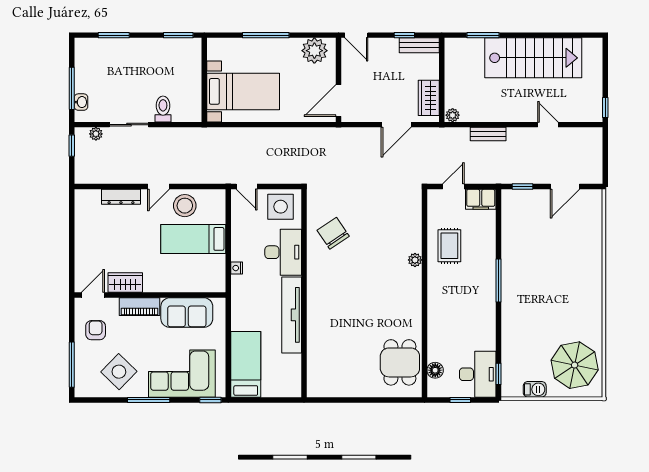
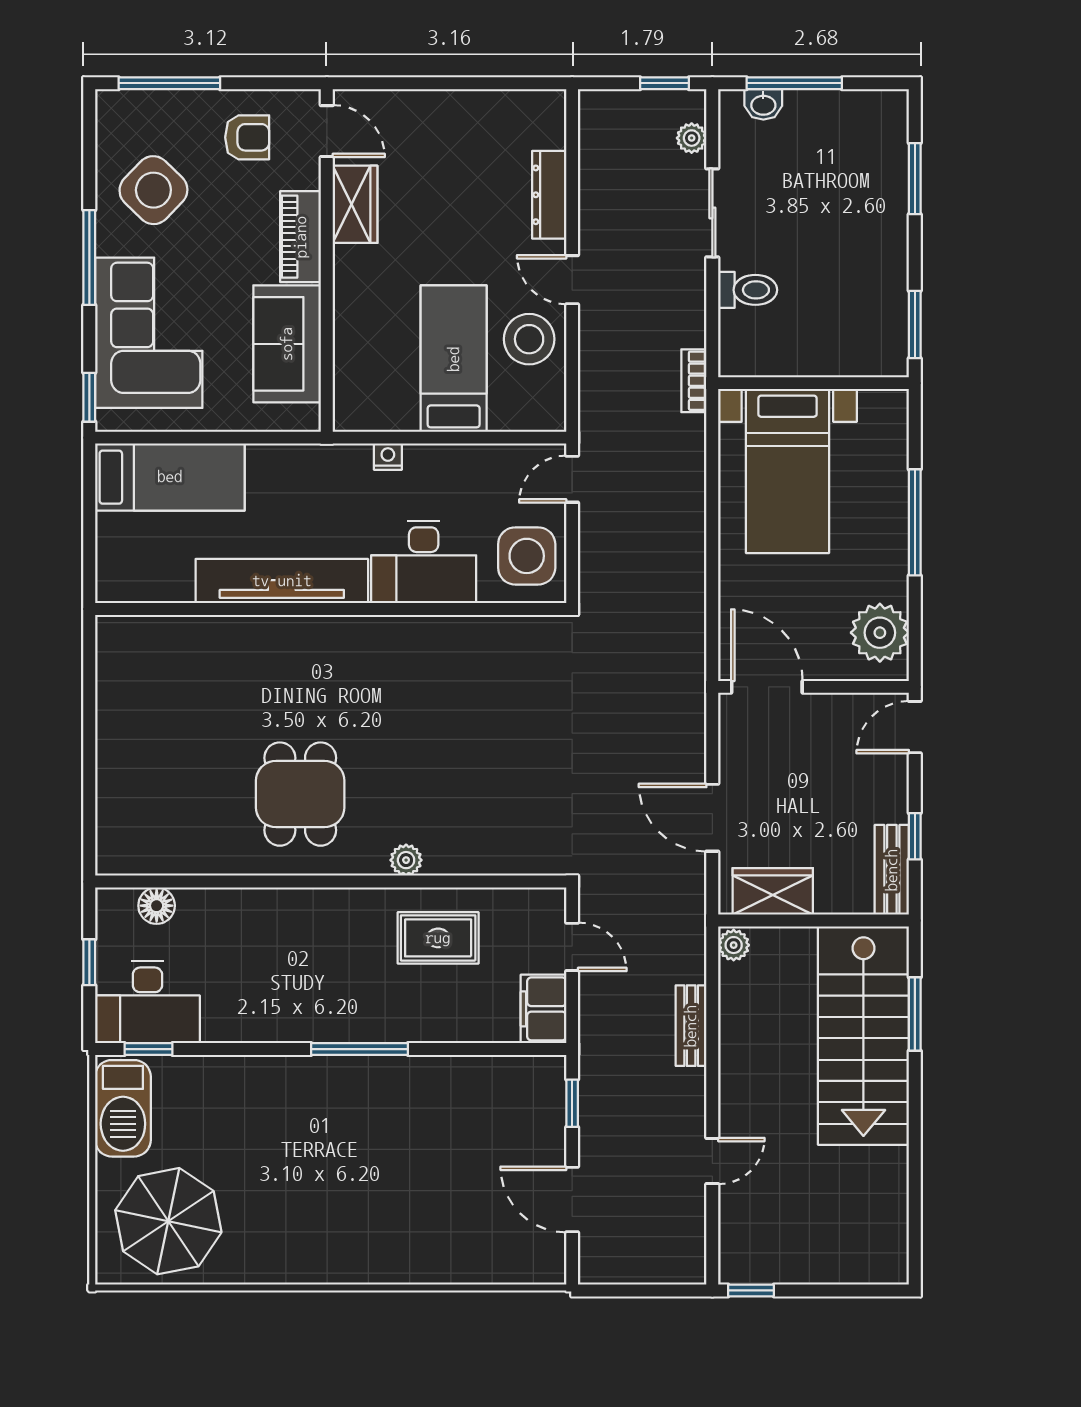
stairs: (533, 58) -> (863, 1036), moved
bookcase: (203, 133) -> (694, 381), added
chair: (333, 233) -> (467, 675), removed
dining table: (400, 362) -> (300, 794), moved, turned 90
barbecue: (535, 389) -> (123, 1108), width x1.88, depth x1.53

